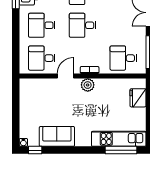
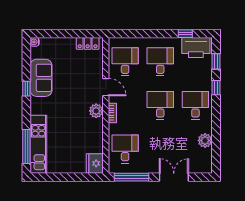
locker: (25, 93) -> (88, 43), added
fridge: (138, 98) -> (95, 163), moved, turned -90
window: (35, 150) -> (26, 89), moved

